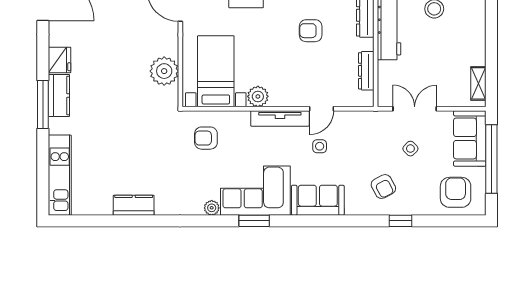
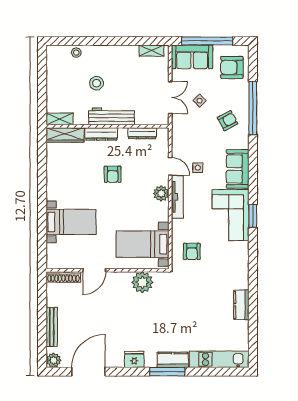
kitchen counter: (59, 96) -> (173, 360), moved
plant: (258, 96) -> (161, 193), moved
double door: (415, 109) -> (170, 98), swing flipped
plant: (212, 208) -> (243, 247), removed
window: (400, 221) -> (253, 108), width x3.17

